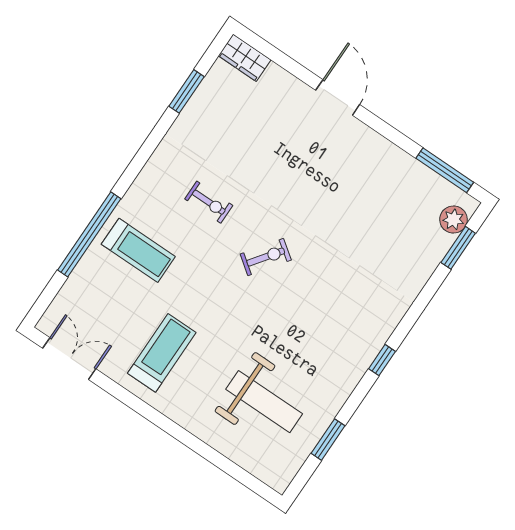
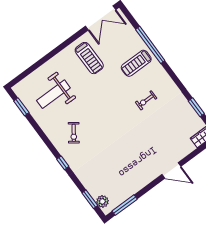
exercise bike: (266, 257) -> (74, 133), moved
double door: (69, 359) -> (101, 18), width x1.37
window: (382, 360) -> (63, 163), moved
window: (328, 440) -> (21, 107), moved

